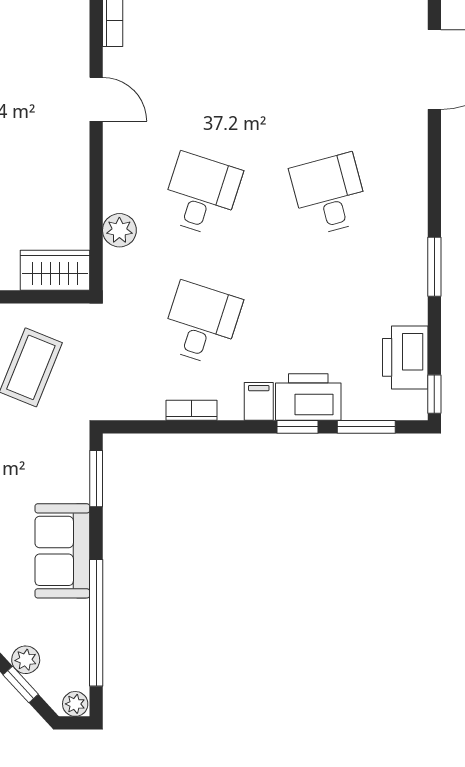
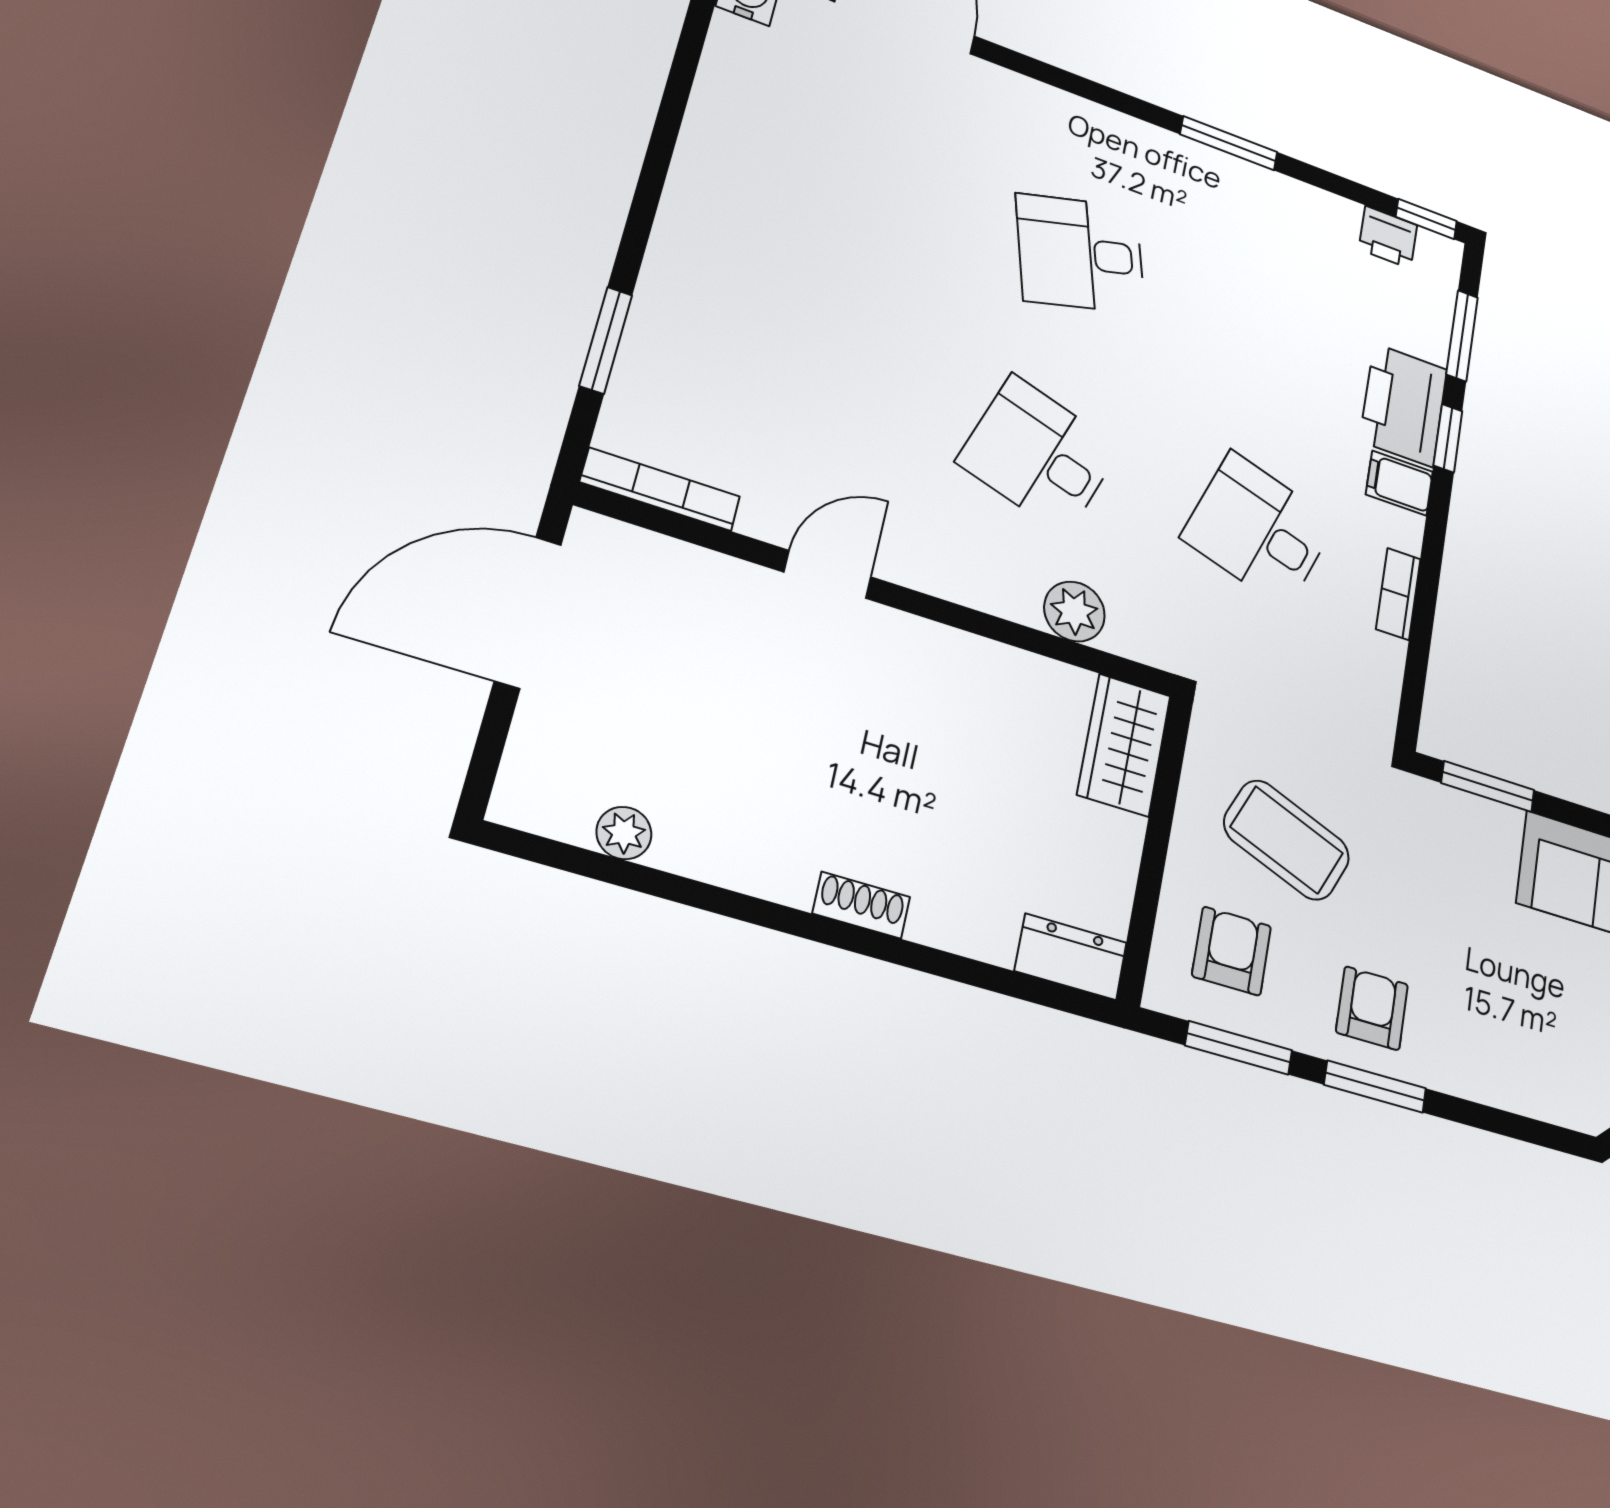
printer: (405, 357) -> (1388, 237), width x0.53, depth x0.68

